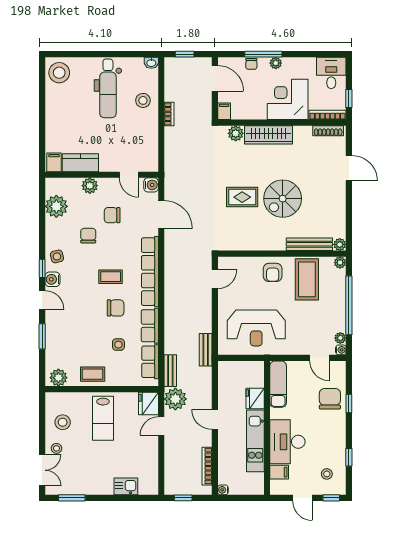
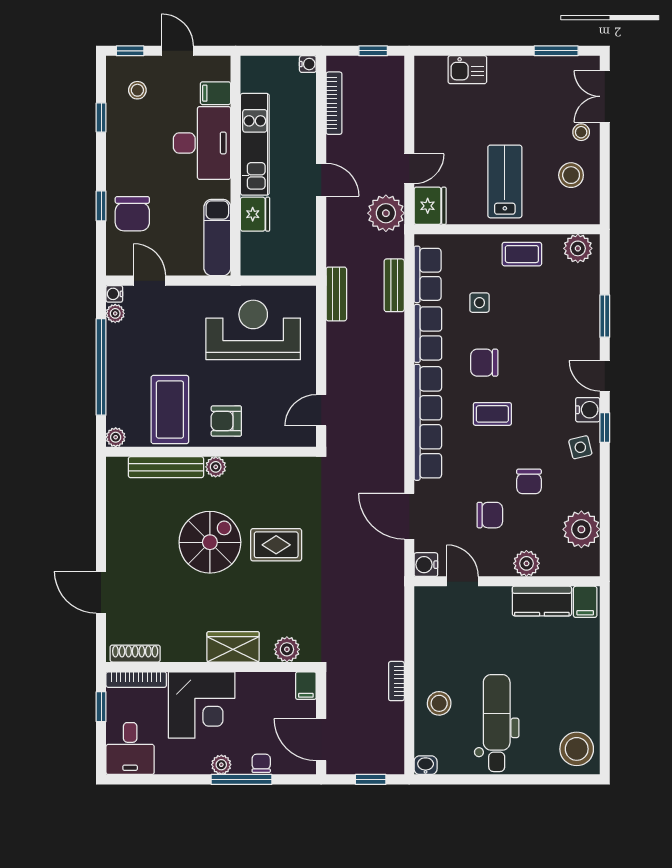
wardrobe: (268, 135) -> (233, 647), width x0.67
plant: (340, 244) -> (216, 467), moved
armchair: (273, 272) -> (226, 421), turned -90
bench: (170, 371) -> (394, 285), moved

